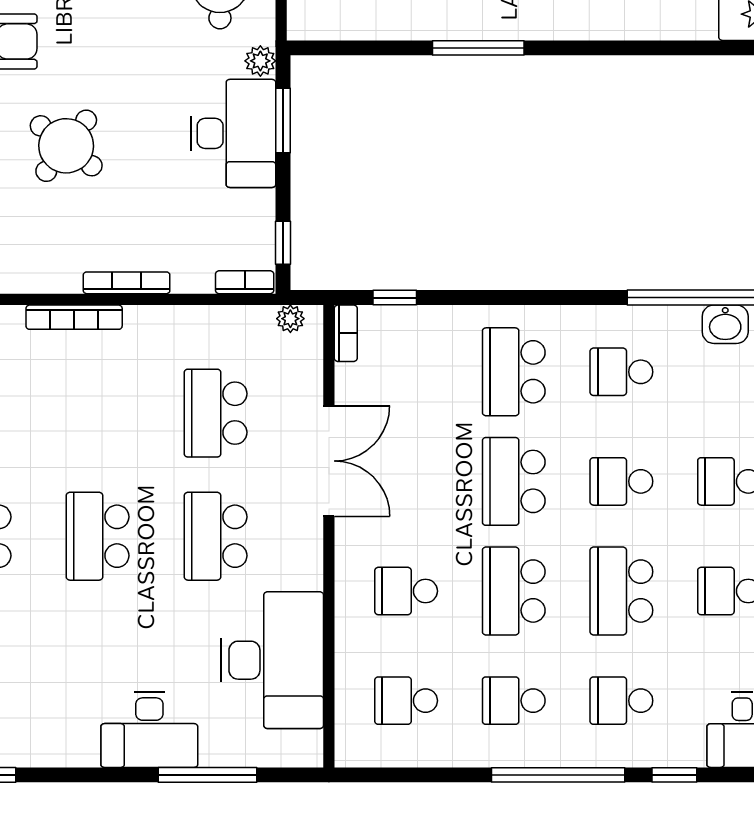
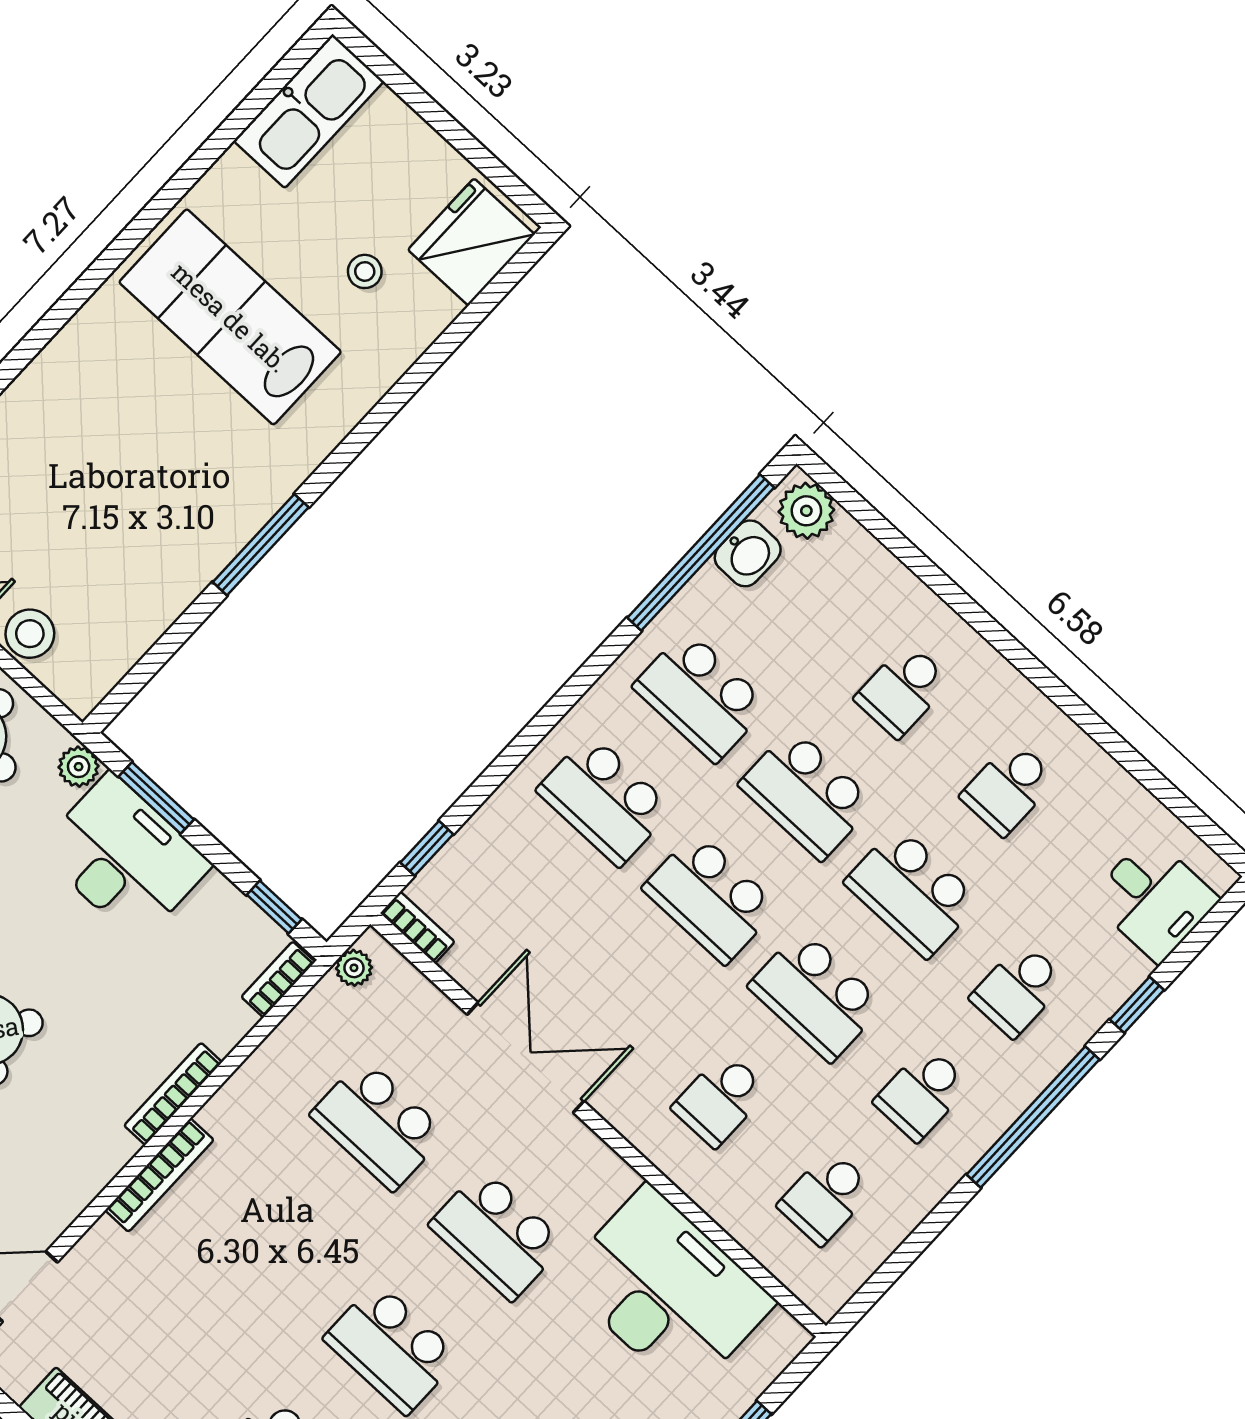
school desk: (621, 372) -> (701, 696), width x1.85
school desk: (621, 481) -> (807, 794), width x1.85

